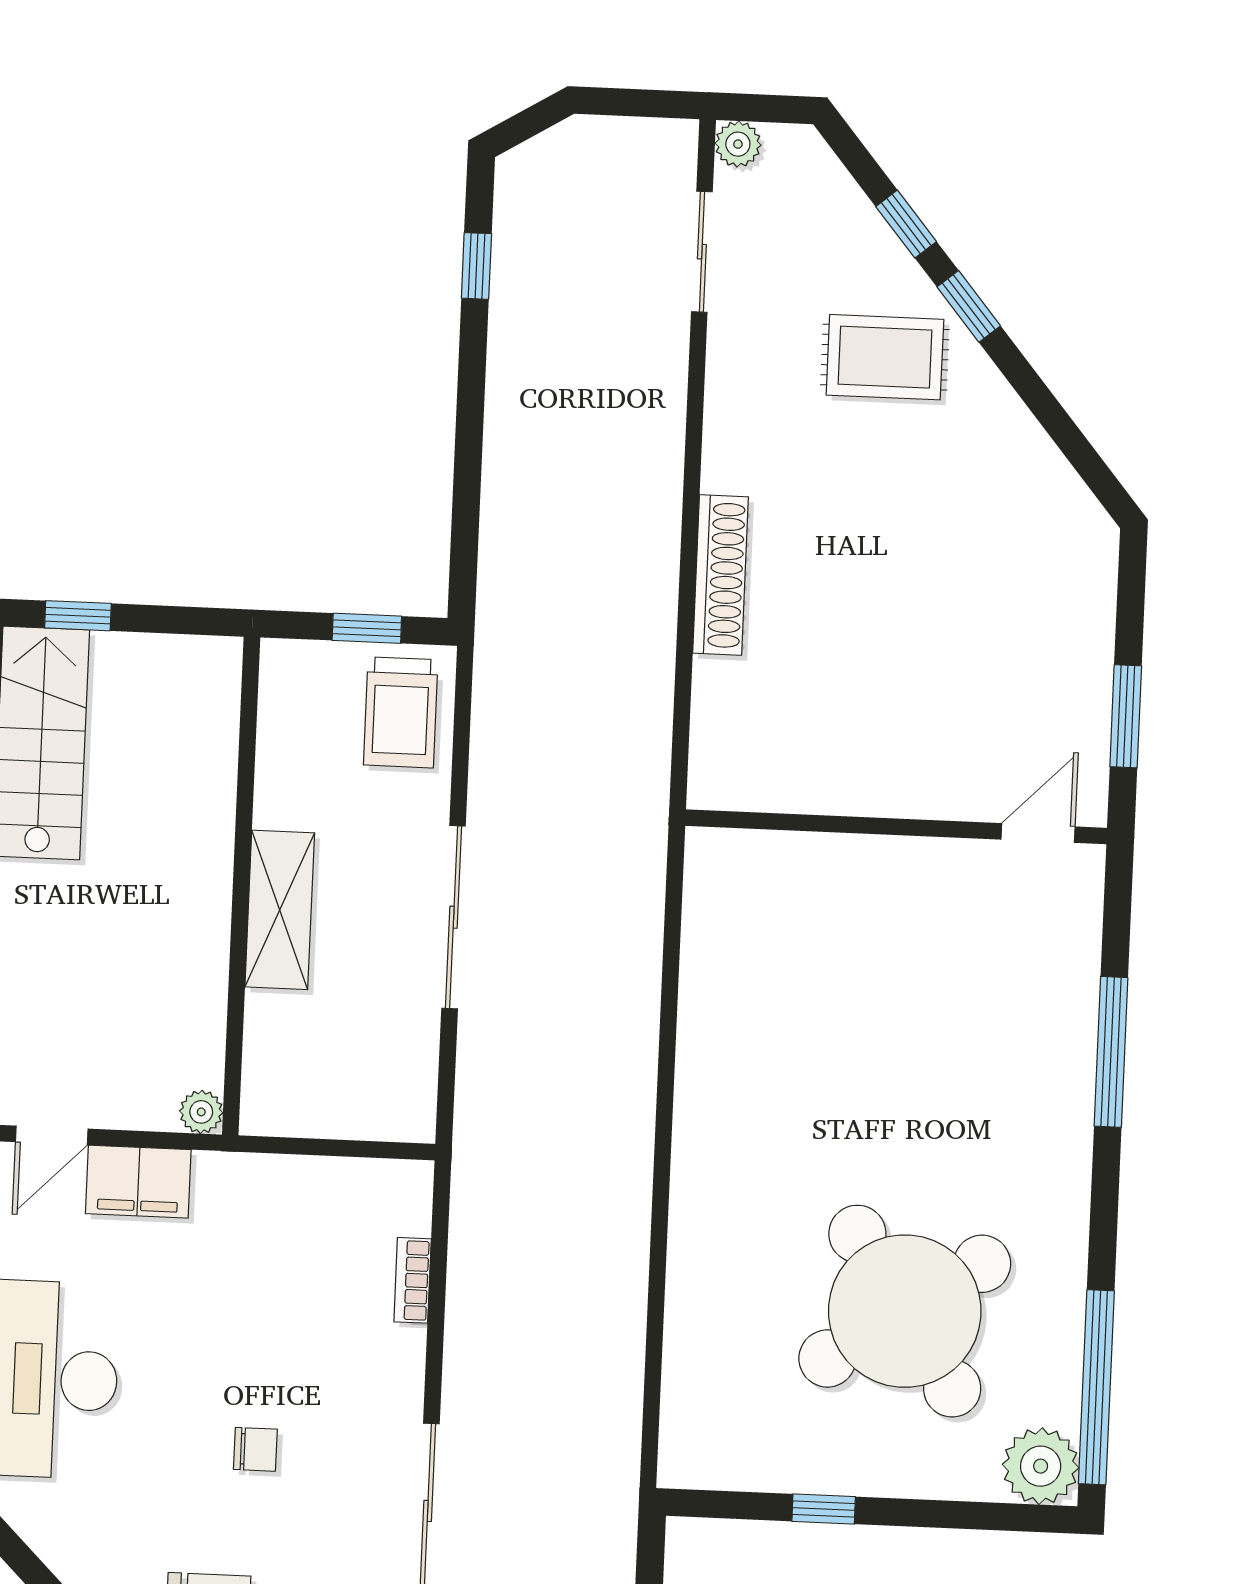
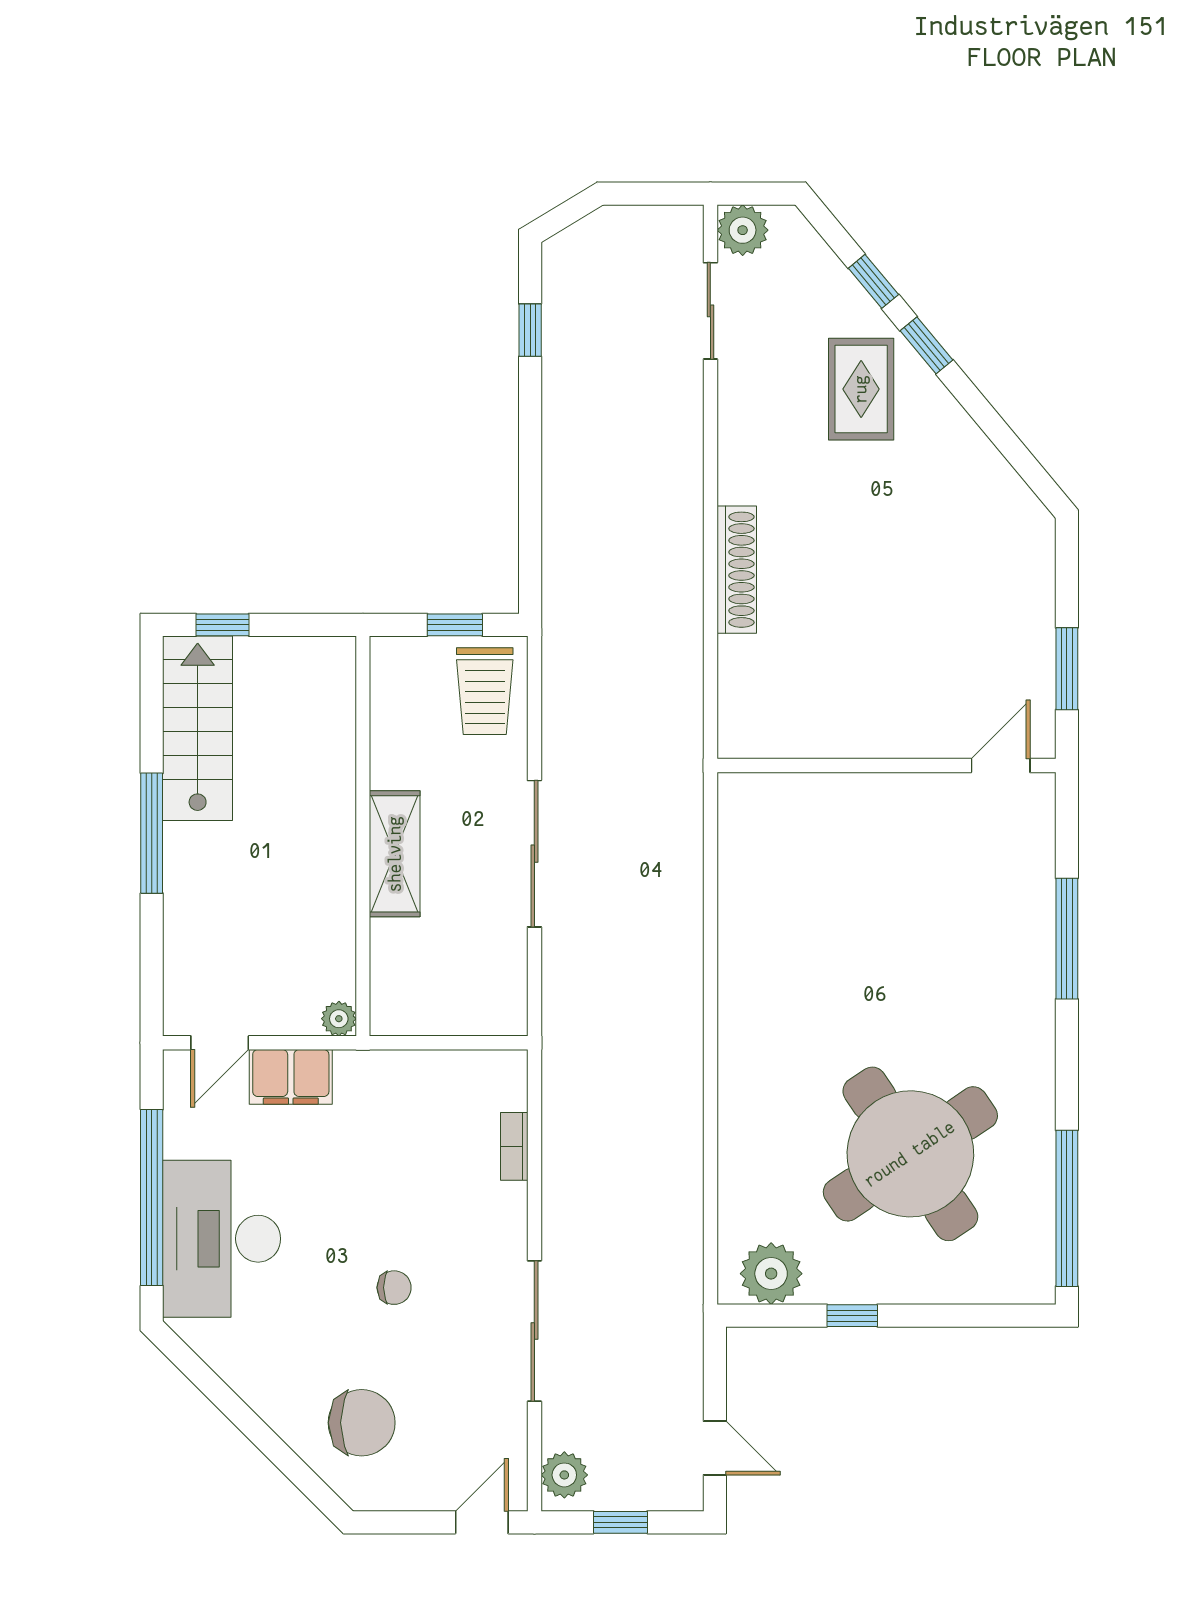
plant: (738, 144) -> (743, 230), width x1.38, depth x1.38
rug: (885, 357) -> (861, 389), turned 90
plant: (1041, 1466) -> (771, 1274), moved

